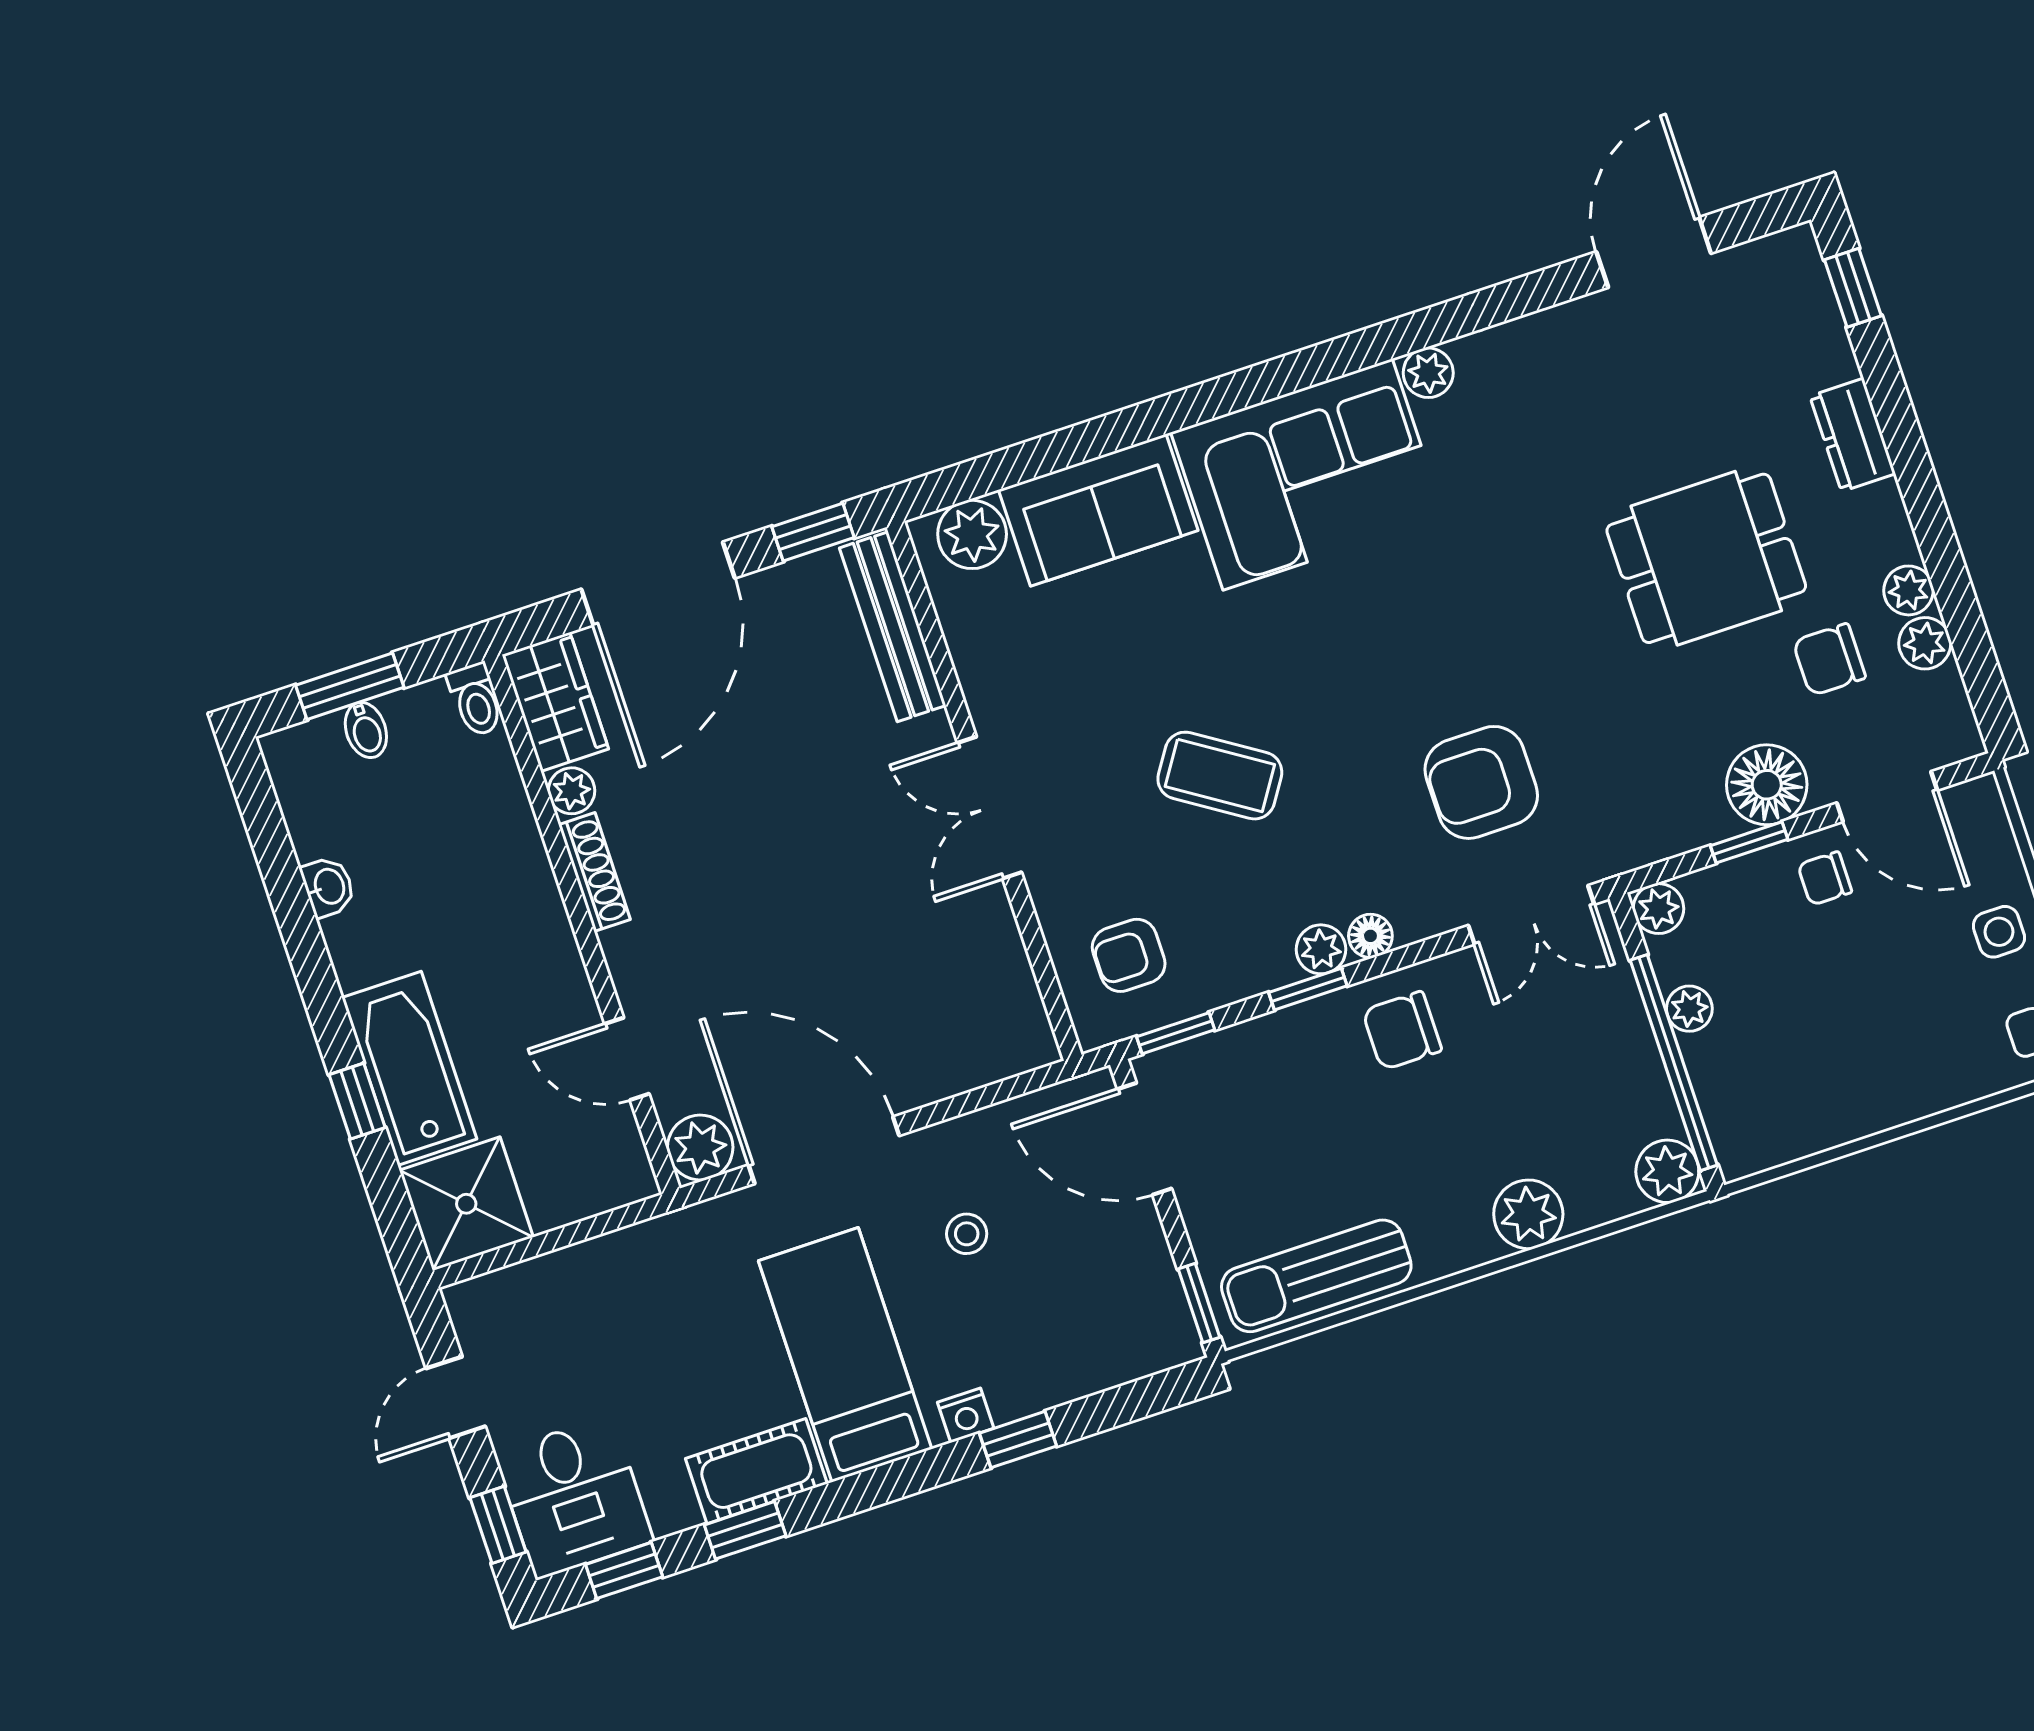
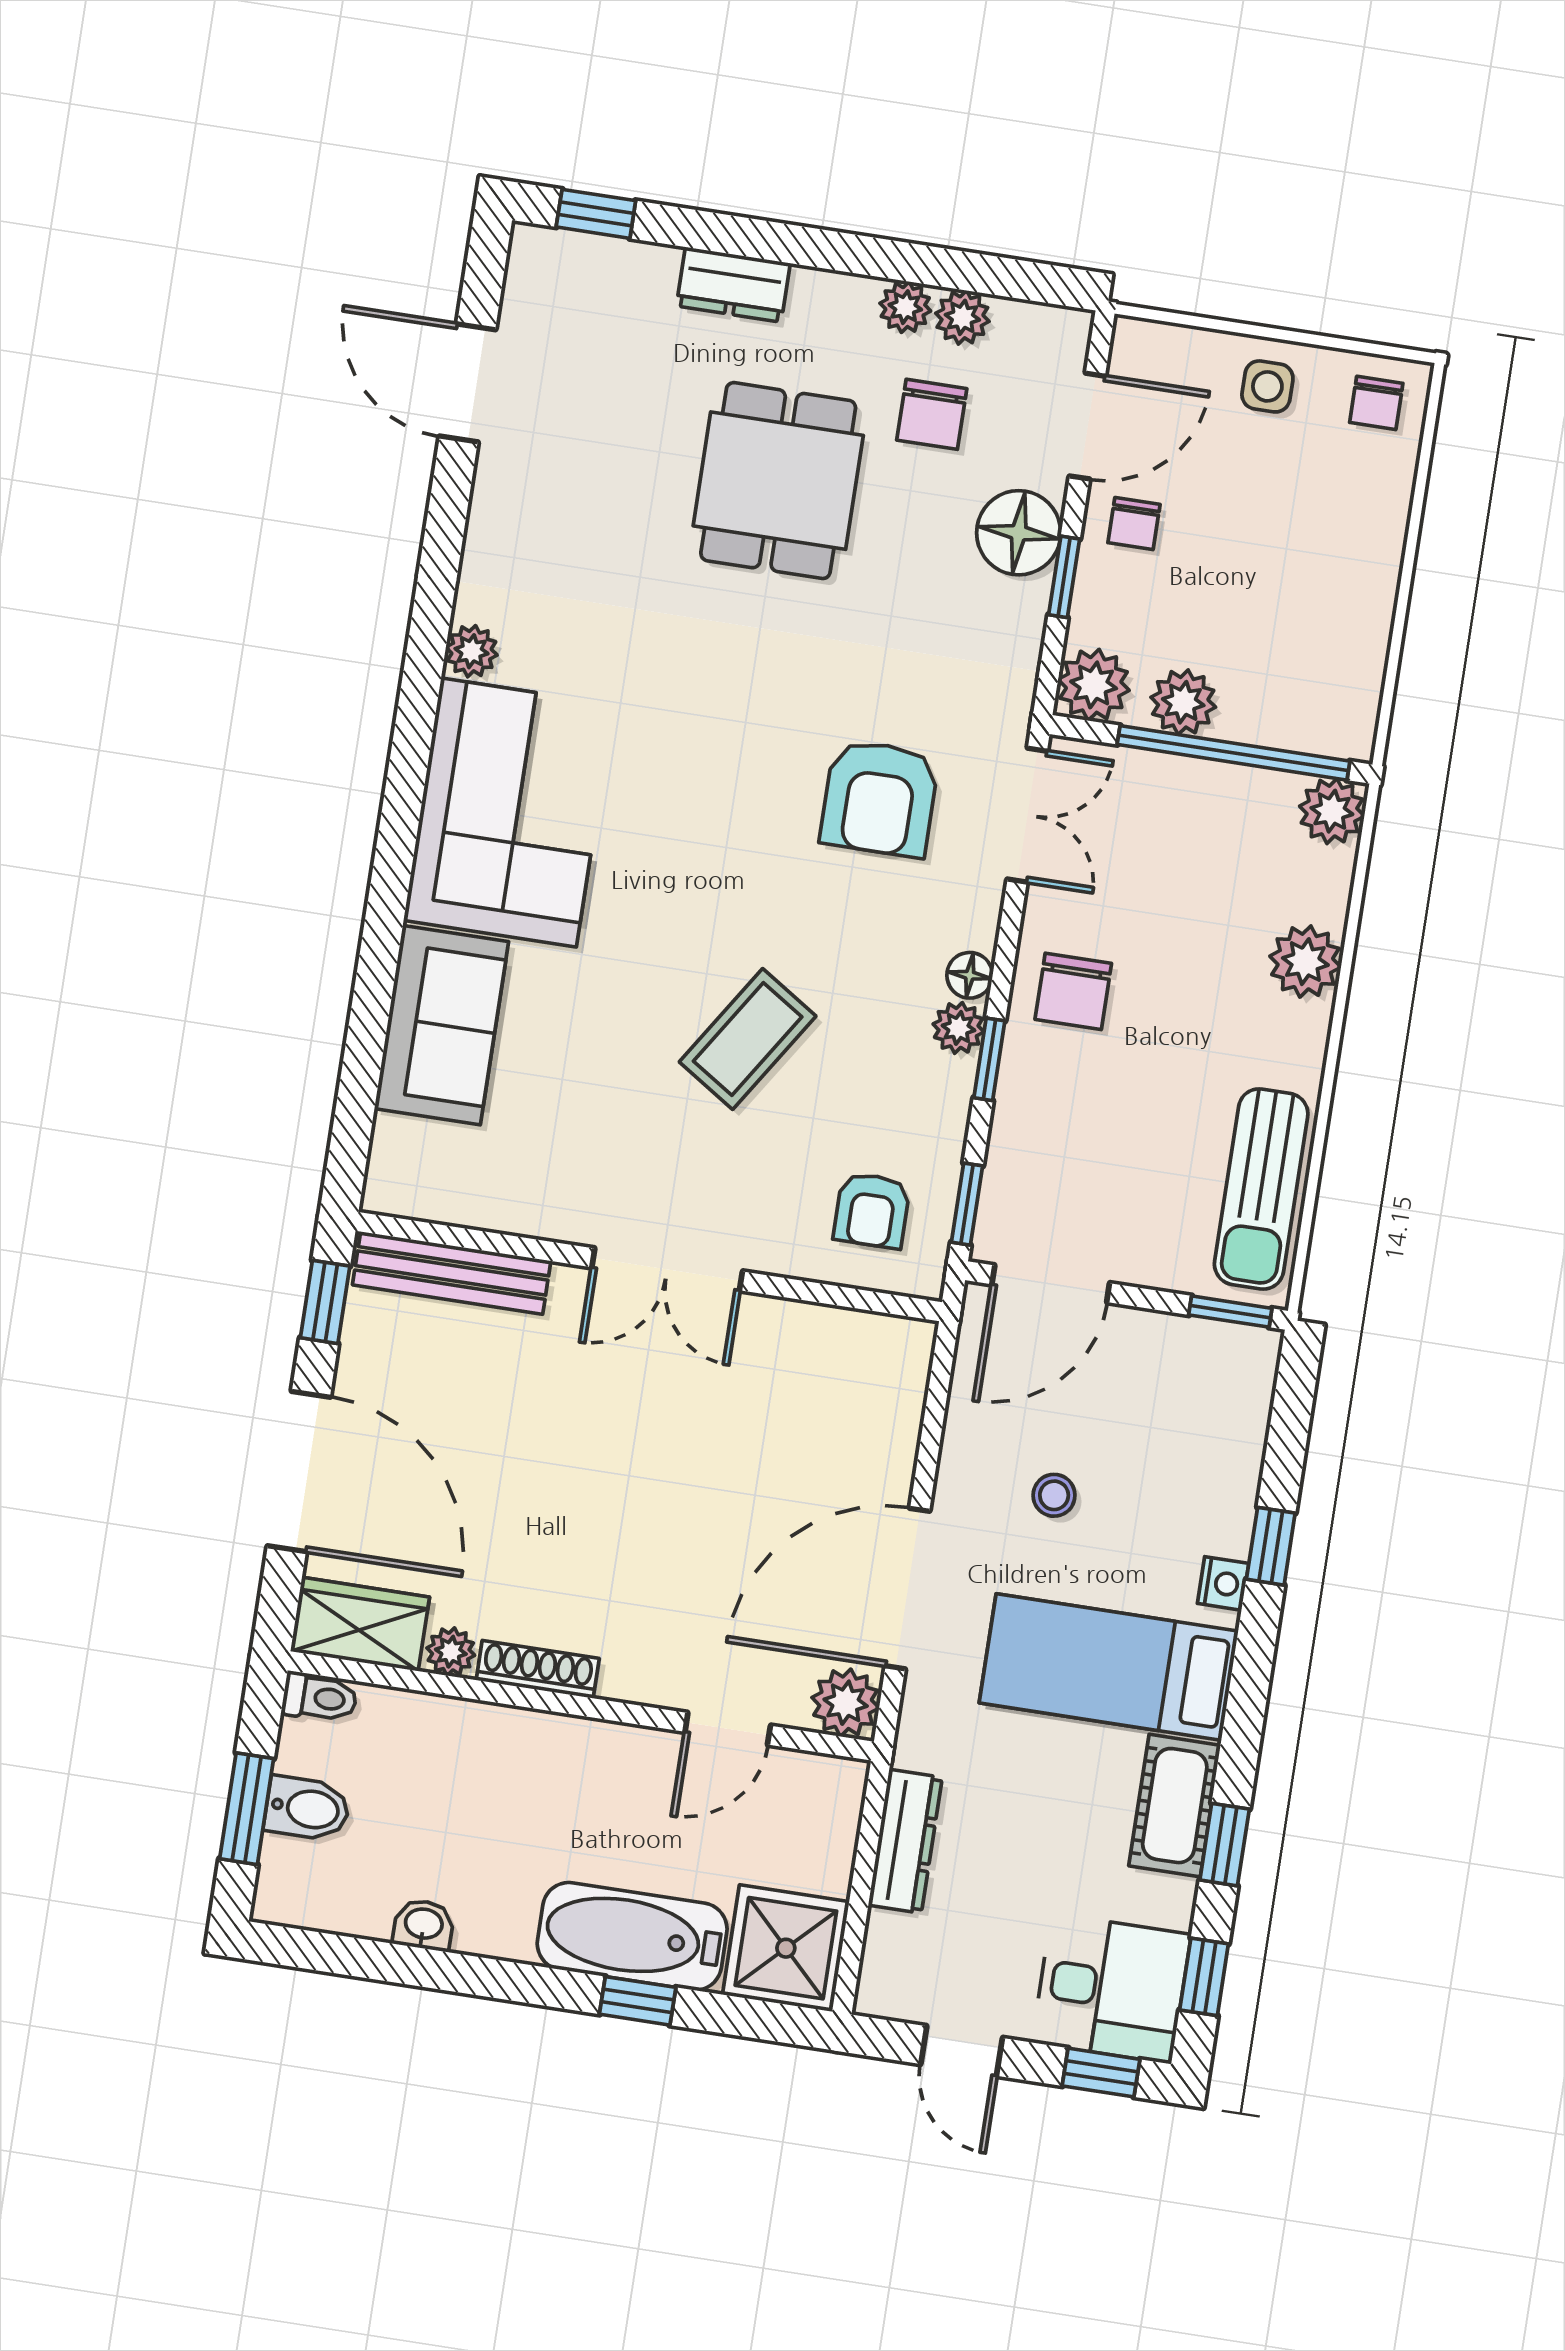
plant: (972, 534) -> (404, 1155), removed
bidet: (366, 730) -> (307, 1809), width x1.38, depth x1.36
plant: (1659, 909) -> (1094, 685), width x1.38, depth x1.38
plant: (1689, 1009) -> (1183, 702), width x1.38, depth x1.38
dresser: (609, 1258) -> (905, 1841), added

